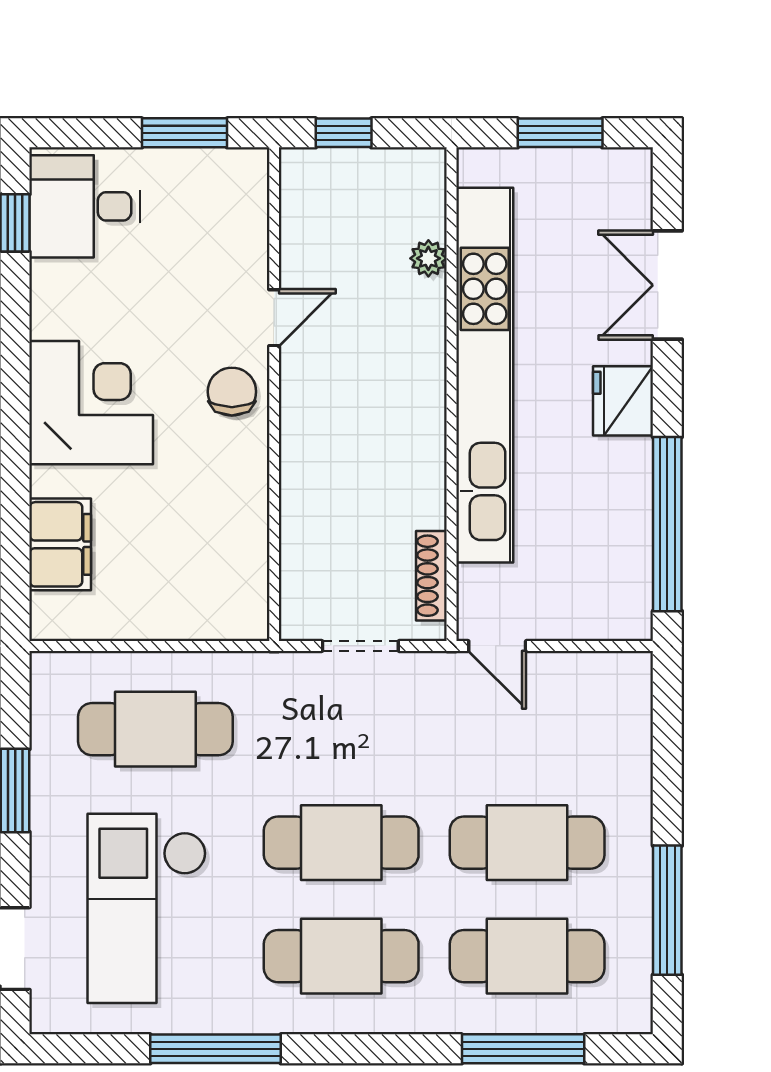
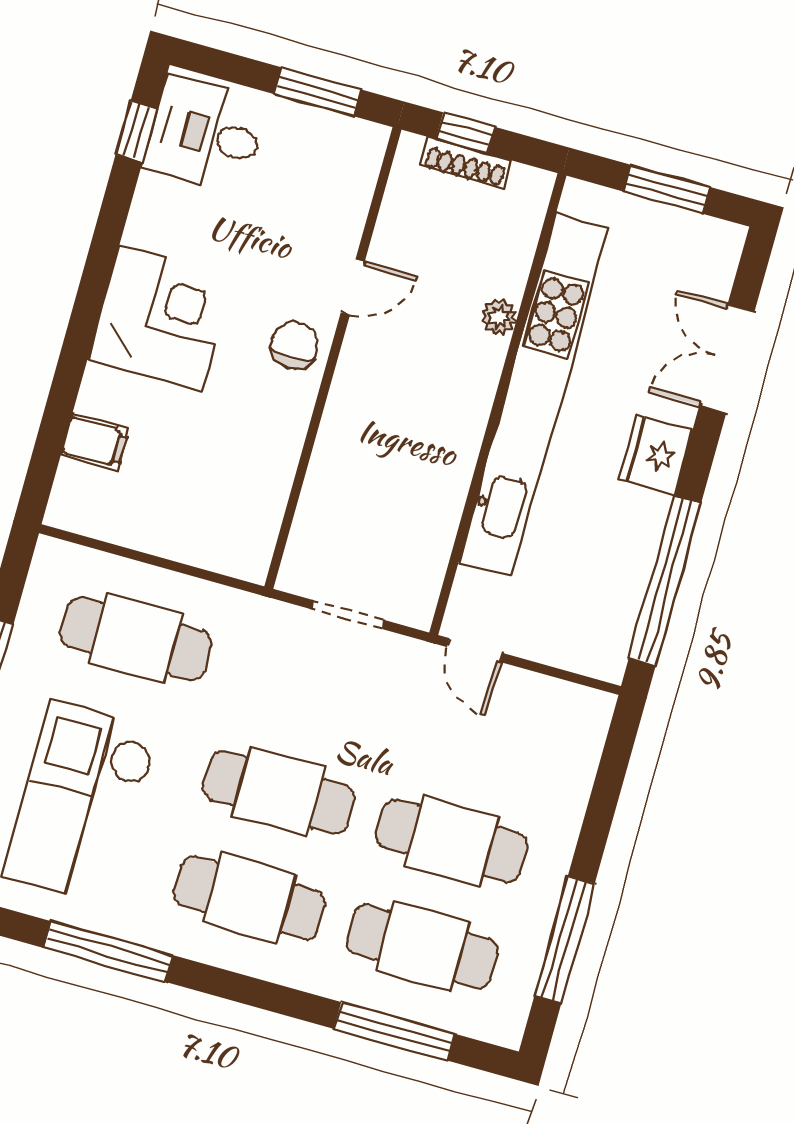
plant: (428, 258) -> (499, 317), moved
filing cabinet: (60, 544) -> (95, 442), width x0.50
shoe rack: (431, 576) -> (466, 163), moved, turned -90

